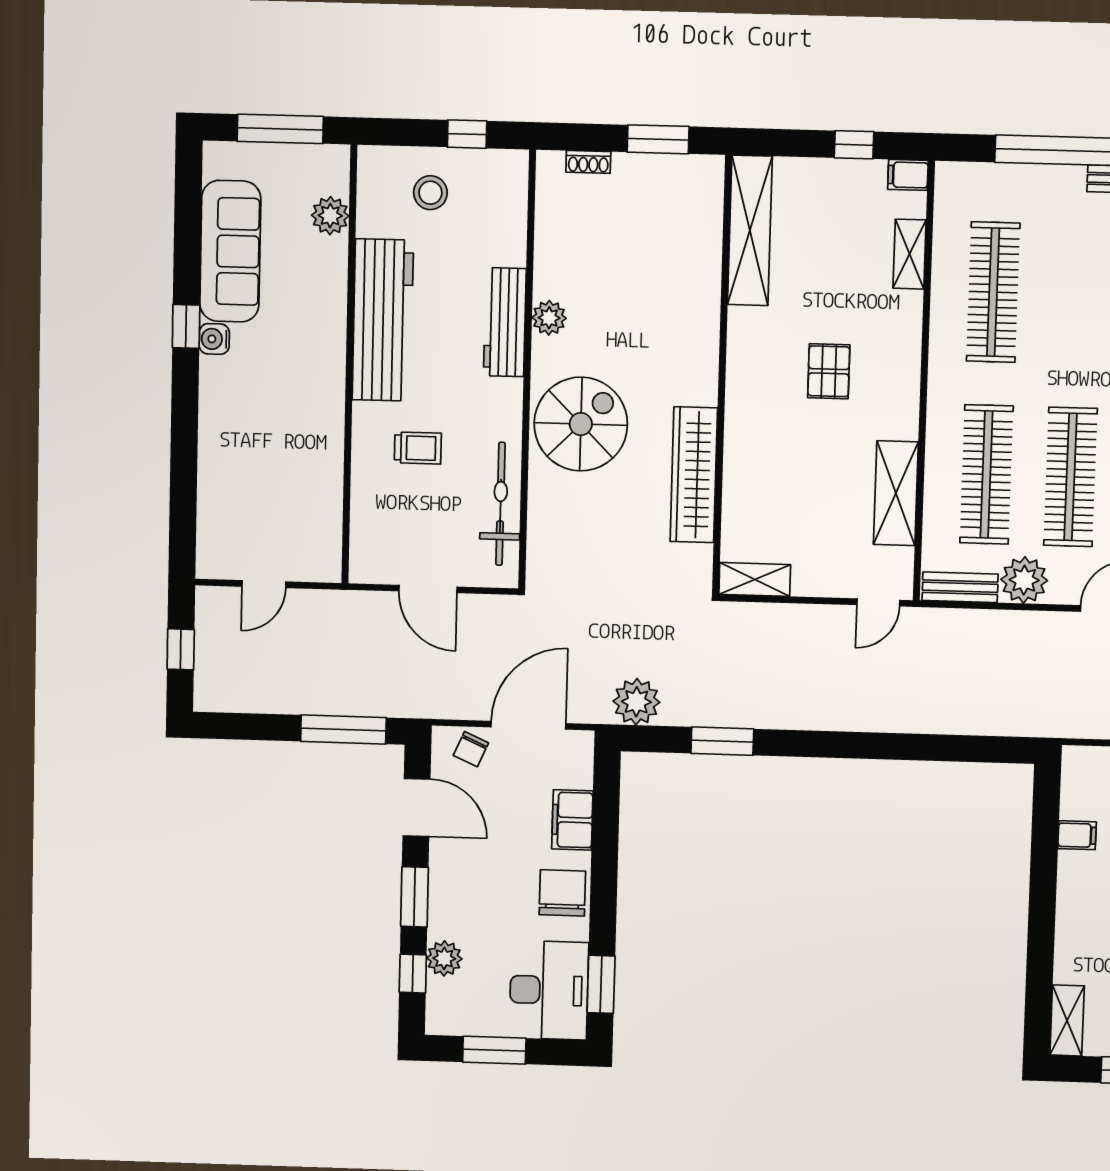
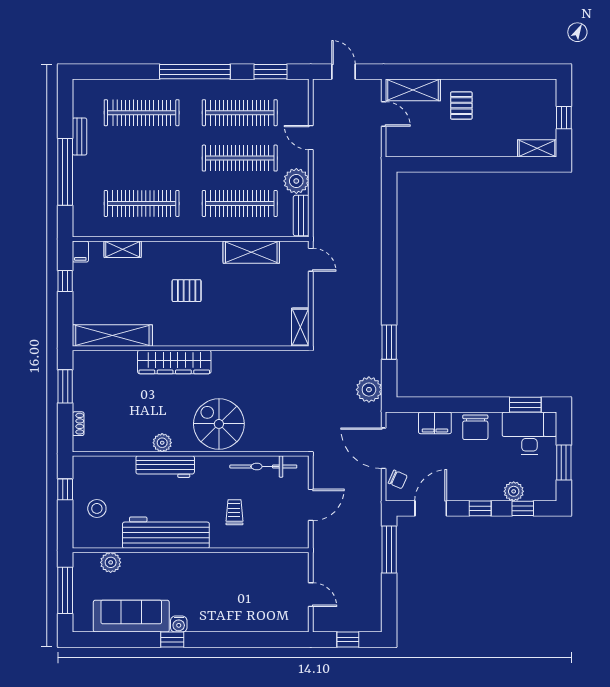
wardrobe: (694, 475) -> (174, 362), moved
filing cabinet: (1077, 835) -> (435, 147), removed
chair: (562, 893) -> (475, 427), turned -90
window: (415, 897) -> (480, 508), width x0.67

